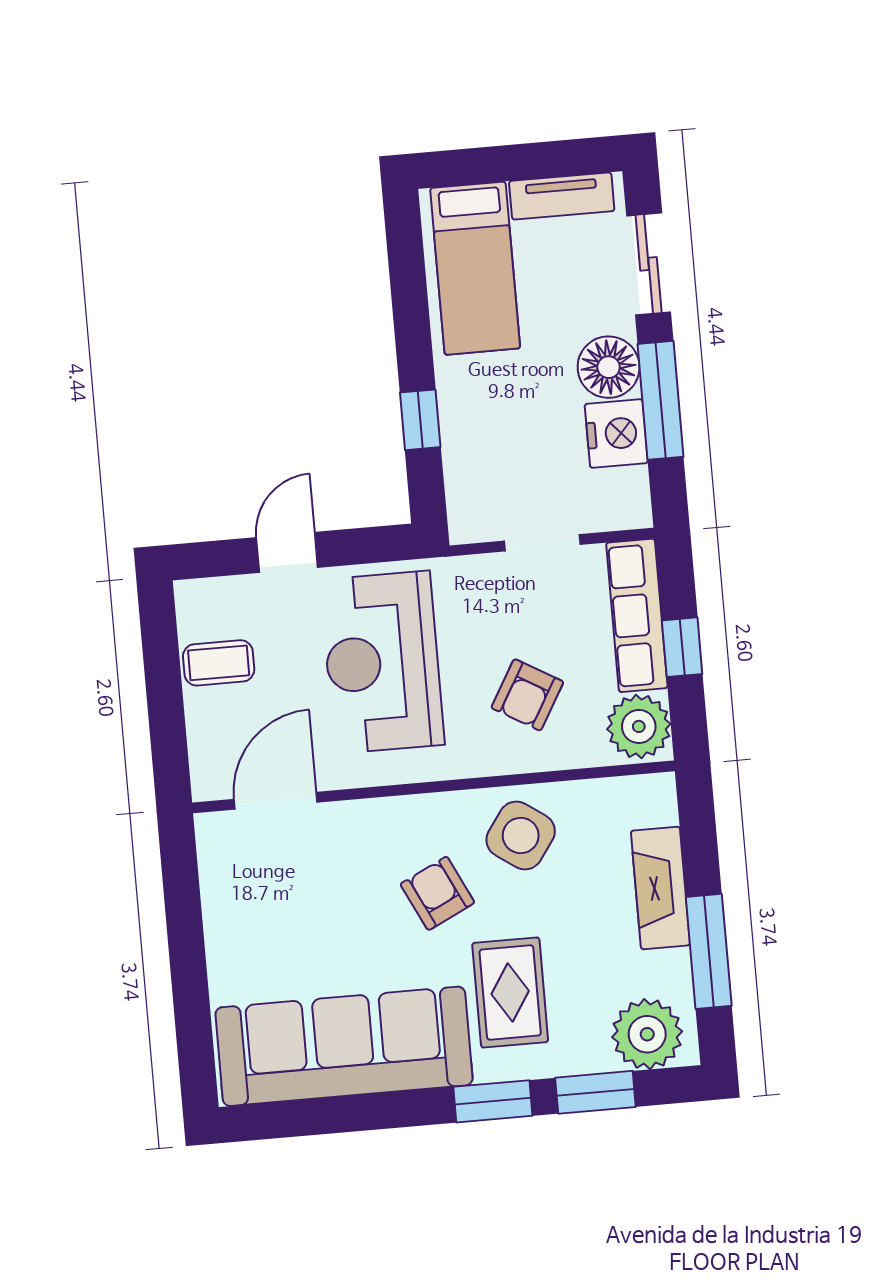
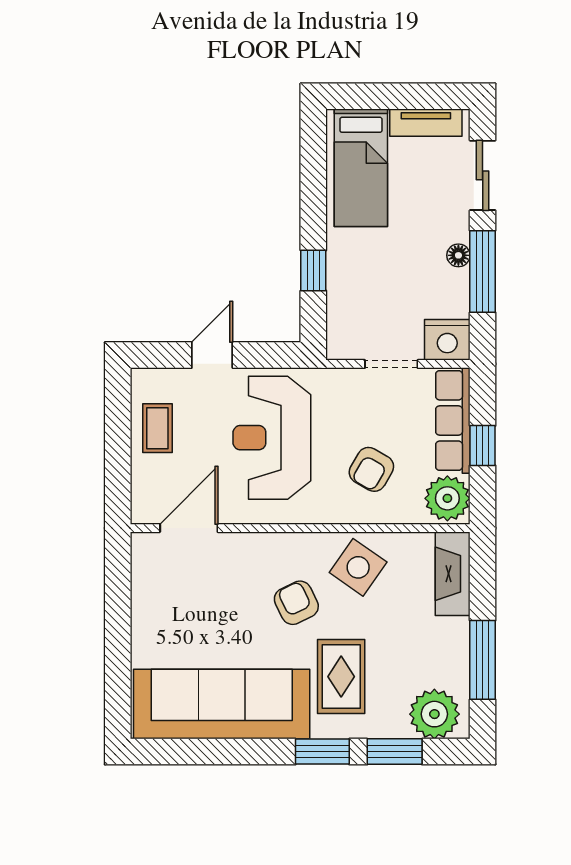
floor lamp: (609, 367) -> (458, 255), width x0.53, depth x0.53
nightstand: (616, 433) -> (447, 340), moved, turned 90
coffee table: (219, 663) -> (157, 428), turned 90
fireplace: (660, 888) -> (453, 574), moved

